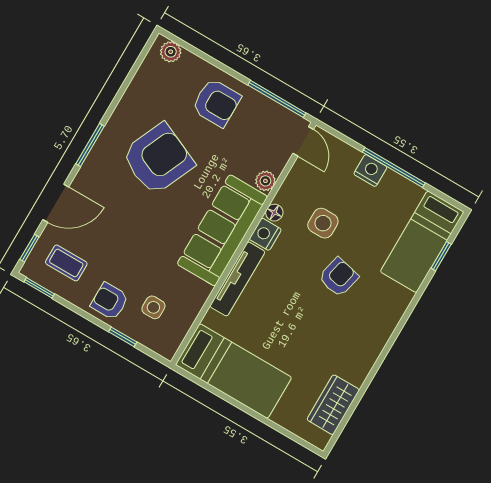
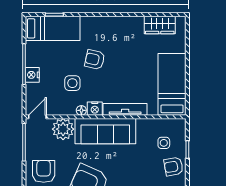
plant: (265, 181) -> (63, 129), width x1.88, depth x1.88
armchair: (110, 301) -> (173, 166), turned 80

